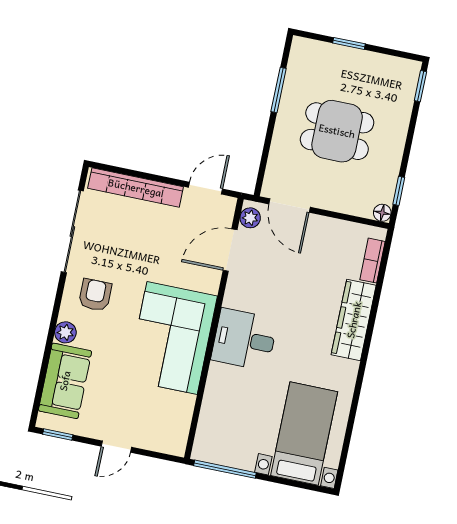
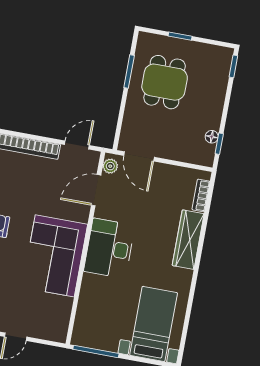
dining table: (337, 131) -> (165, 82), moved, turned 90
floor lamp: (382, 213) -> (212, 137), moved
desk: (244, 339) -> (109, 248), width x1.37

